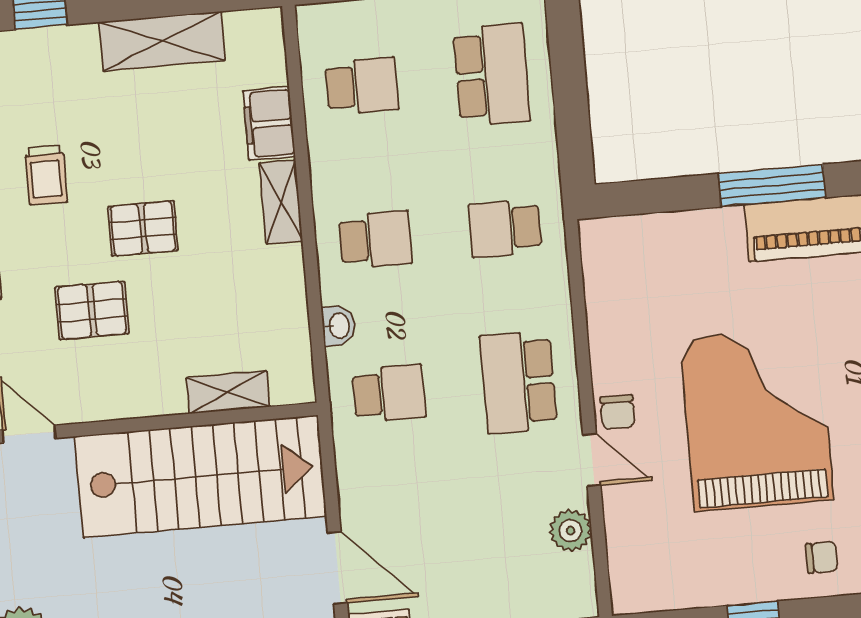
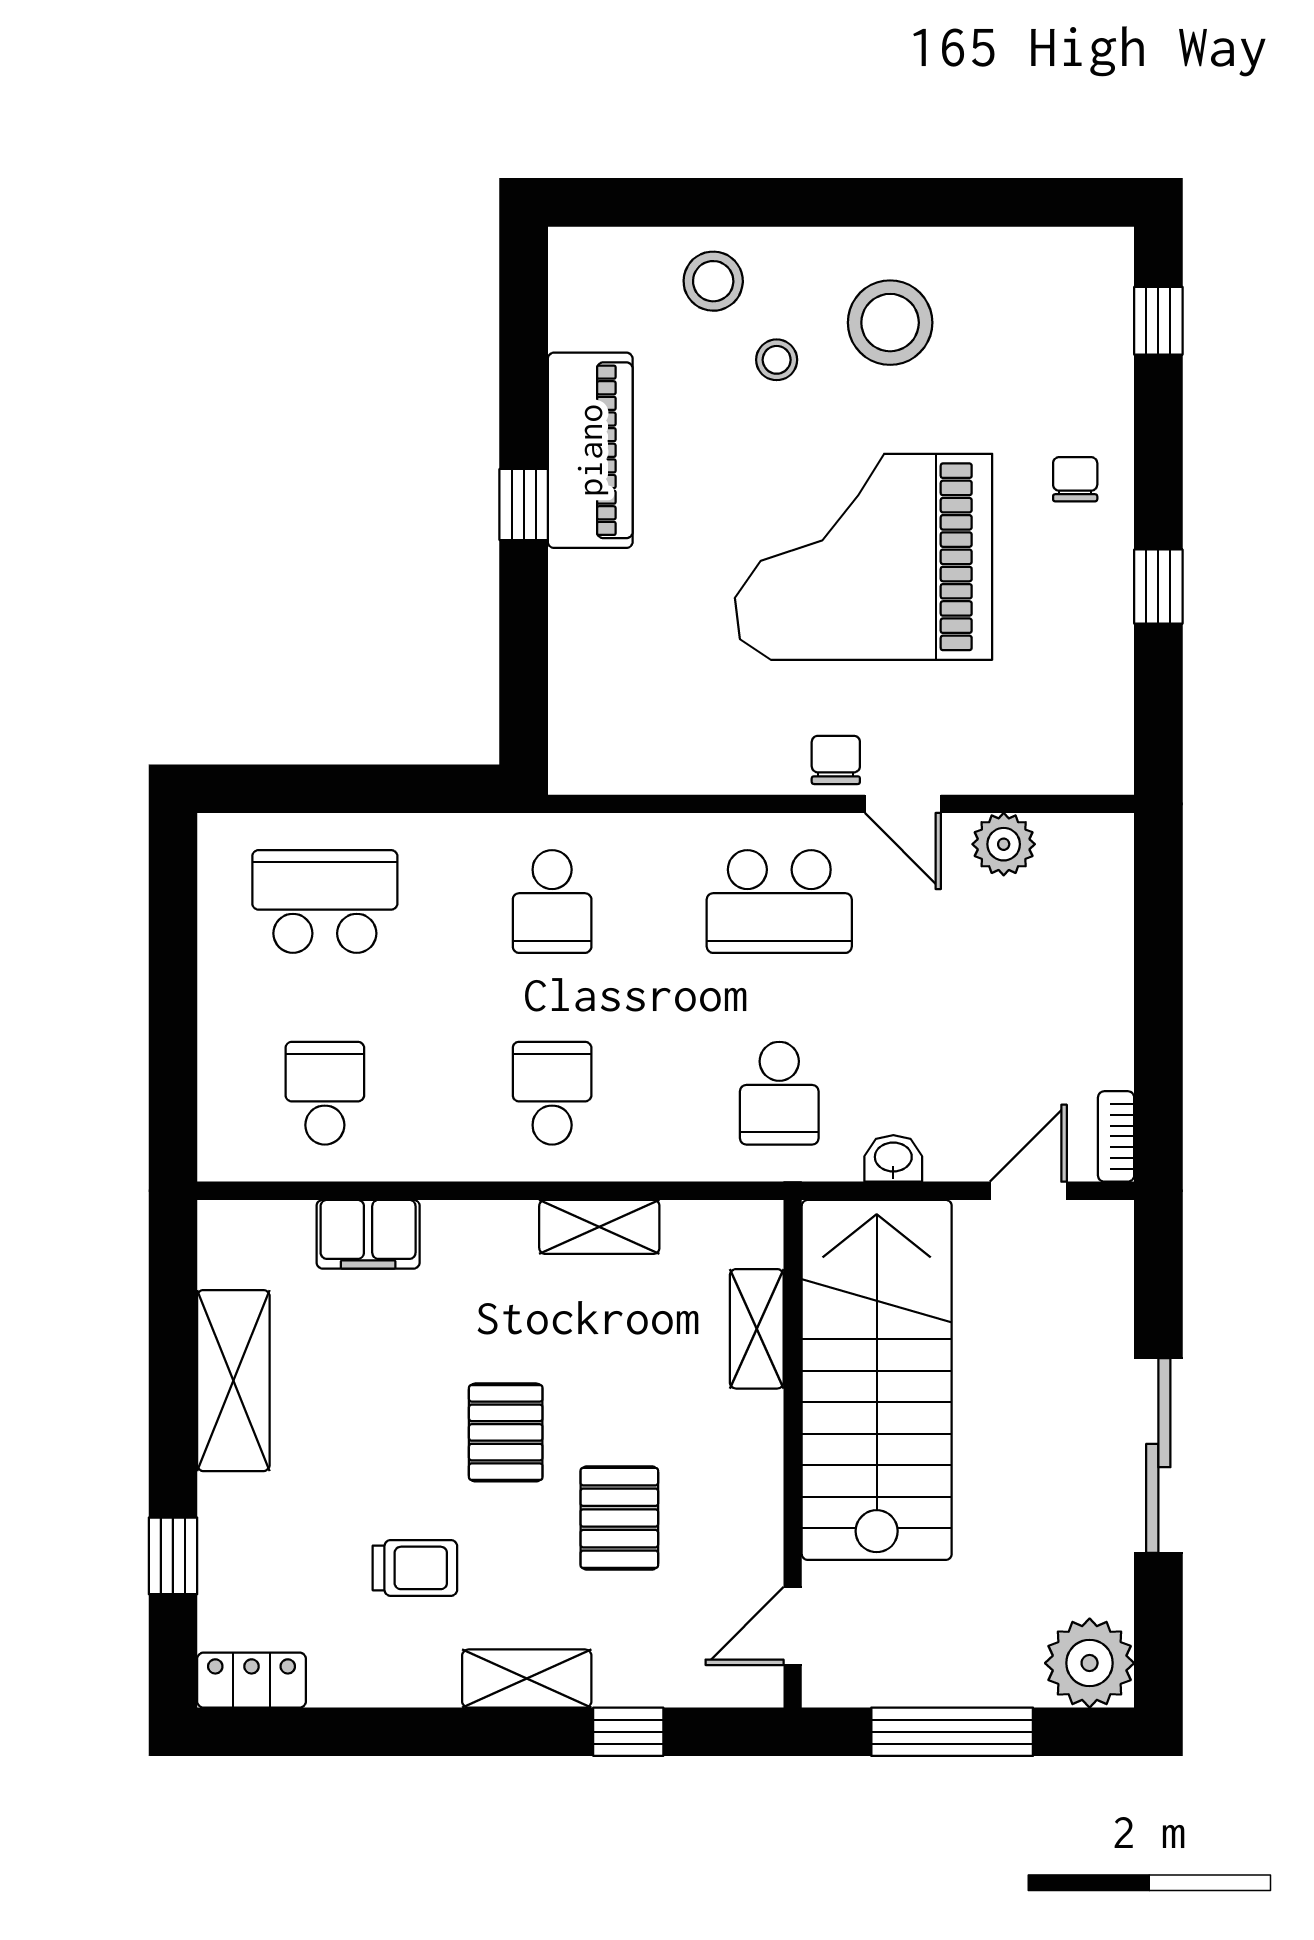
window: (772, 186) -> (524, 505), width x0.46
shelving: (281, 202) -> (599, 1227), moved
washbasin: (338, 326) -> (893, 1158), moved
school desk: (389, 393) -> (779, 1093), turned 180
chair: (618, 412) -> (836, 760), turned -90
door: (592, 460) -> (903, 804), swing flipped
door: (337, 568) -> (1028, 1191), width x0.73

